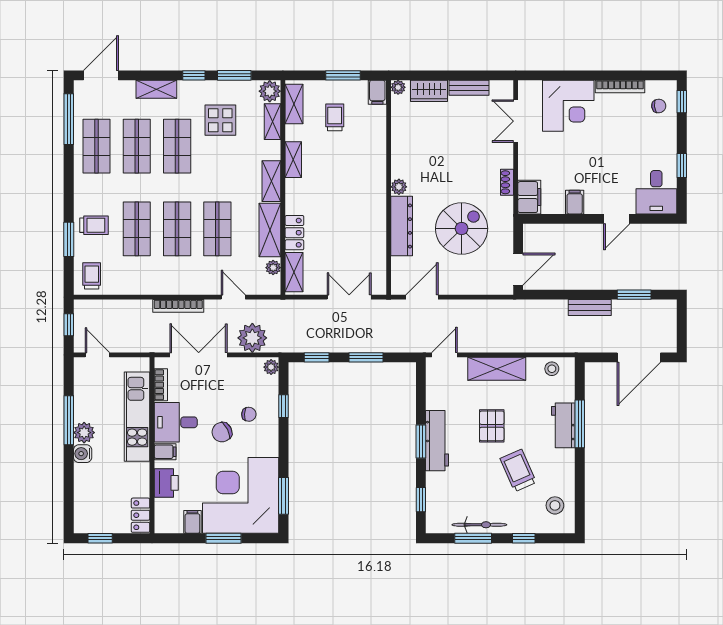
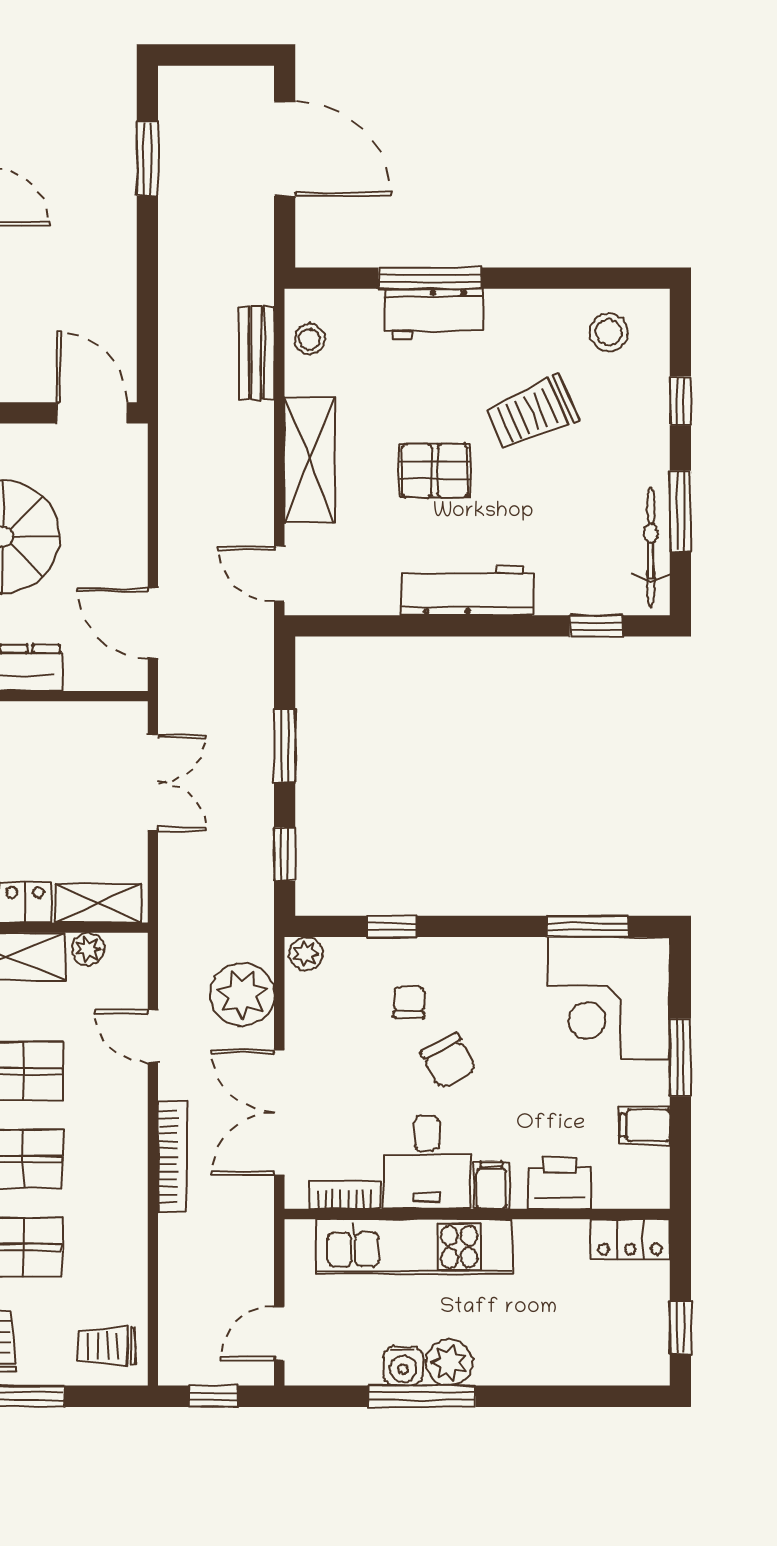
door: (233, 297) -> (153, 1036), hinge flipped
double door: (349, 297) -> (153, 783), swing flipped
bench: (590, 308) -> (256, 353), moved
window: (421, 441) -> (469, 626), removed
water cooler: (83, 454) -> (403, 1366), moved
corner desk: (241, 495) -> (609, 998), width x0.74, depth x0.74
bicycle: (479, 525) -> (651, 548), moved

